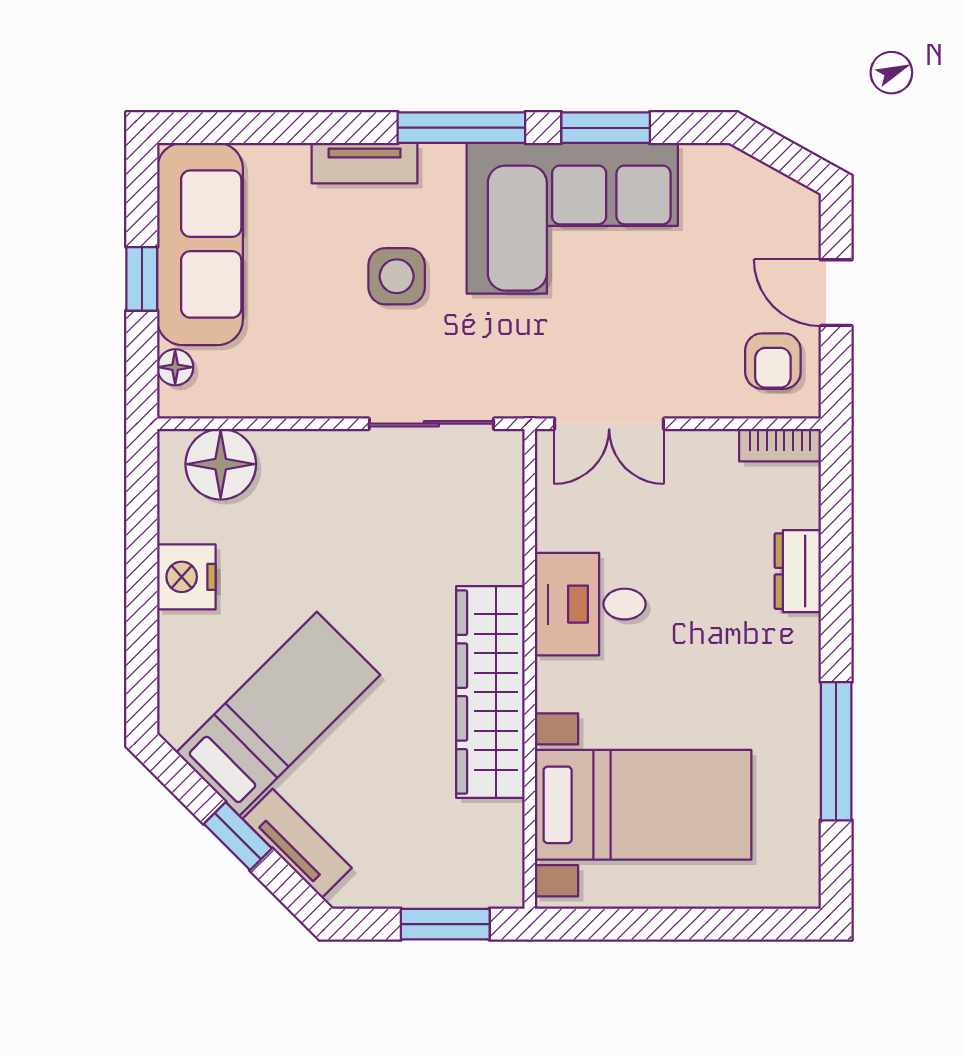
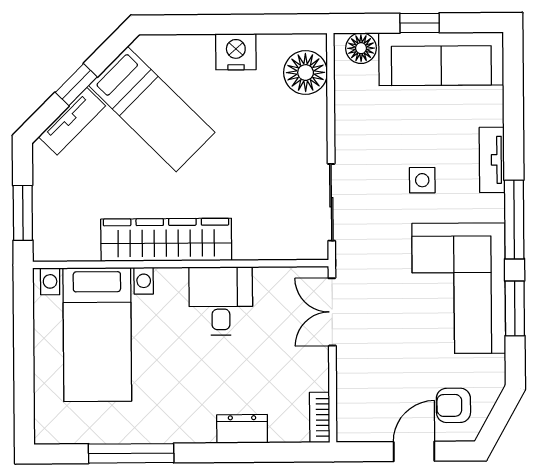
side table: (397, 276) -> (422, 180), width x0.73, depth x0.73
armchair: (773, 361) -> (453, 405), moved
floor lamp: (175, 367) -> (361, 48), width x1.37, depth x1.37

